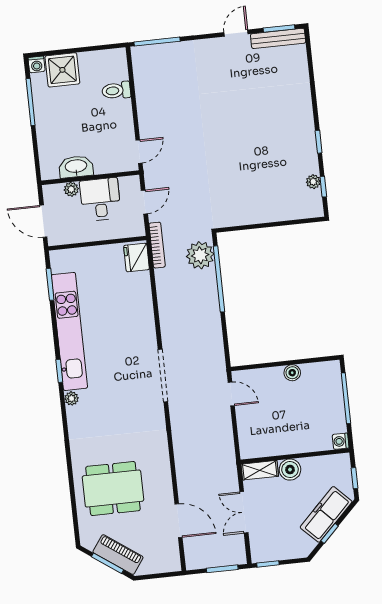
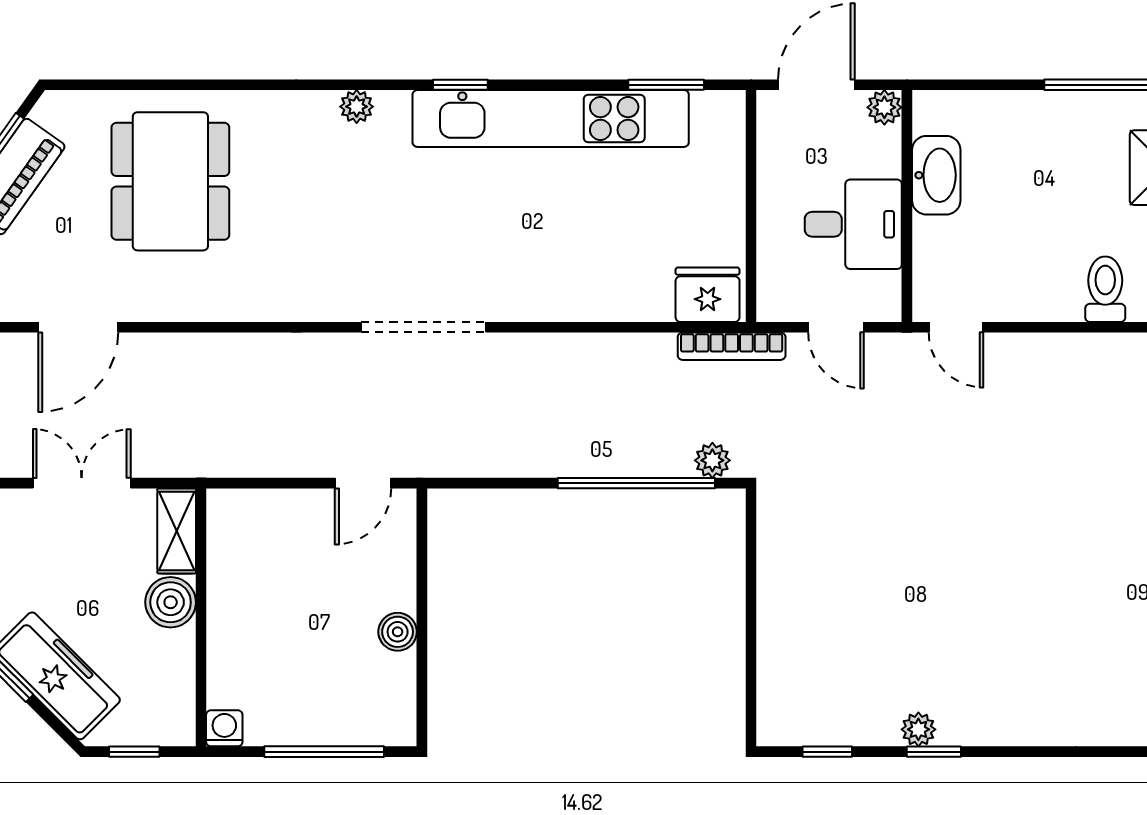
plant: (313, 182) -> (918, 729), moved
plant: (71, 189) -> (884, 107), moved
plant: (200, 255) -> (712, 460), width x0.53, depth x0.53
plant: (72, 398) -> (357, 107), moved

